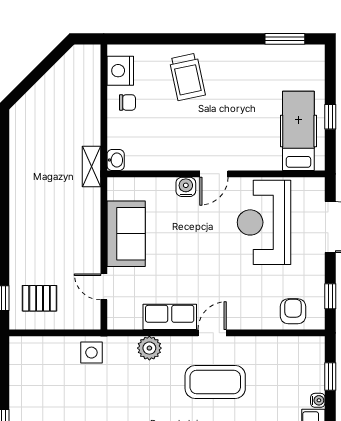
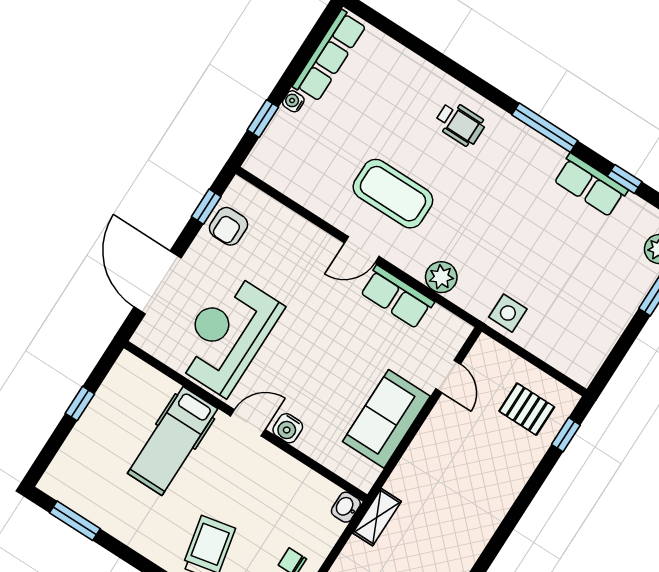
hospital bed: (298, 131) -> (173, 441), moved
reception desk: (264, 222) -> (227, 334), turned 180
armchair: (293, 311) -> (229, 226), moved

